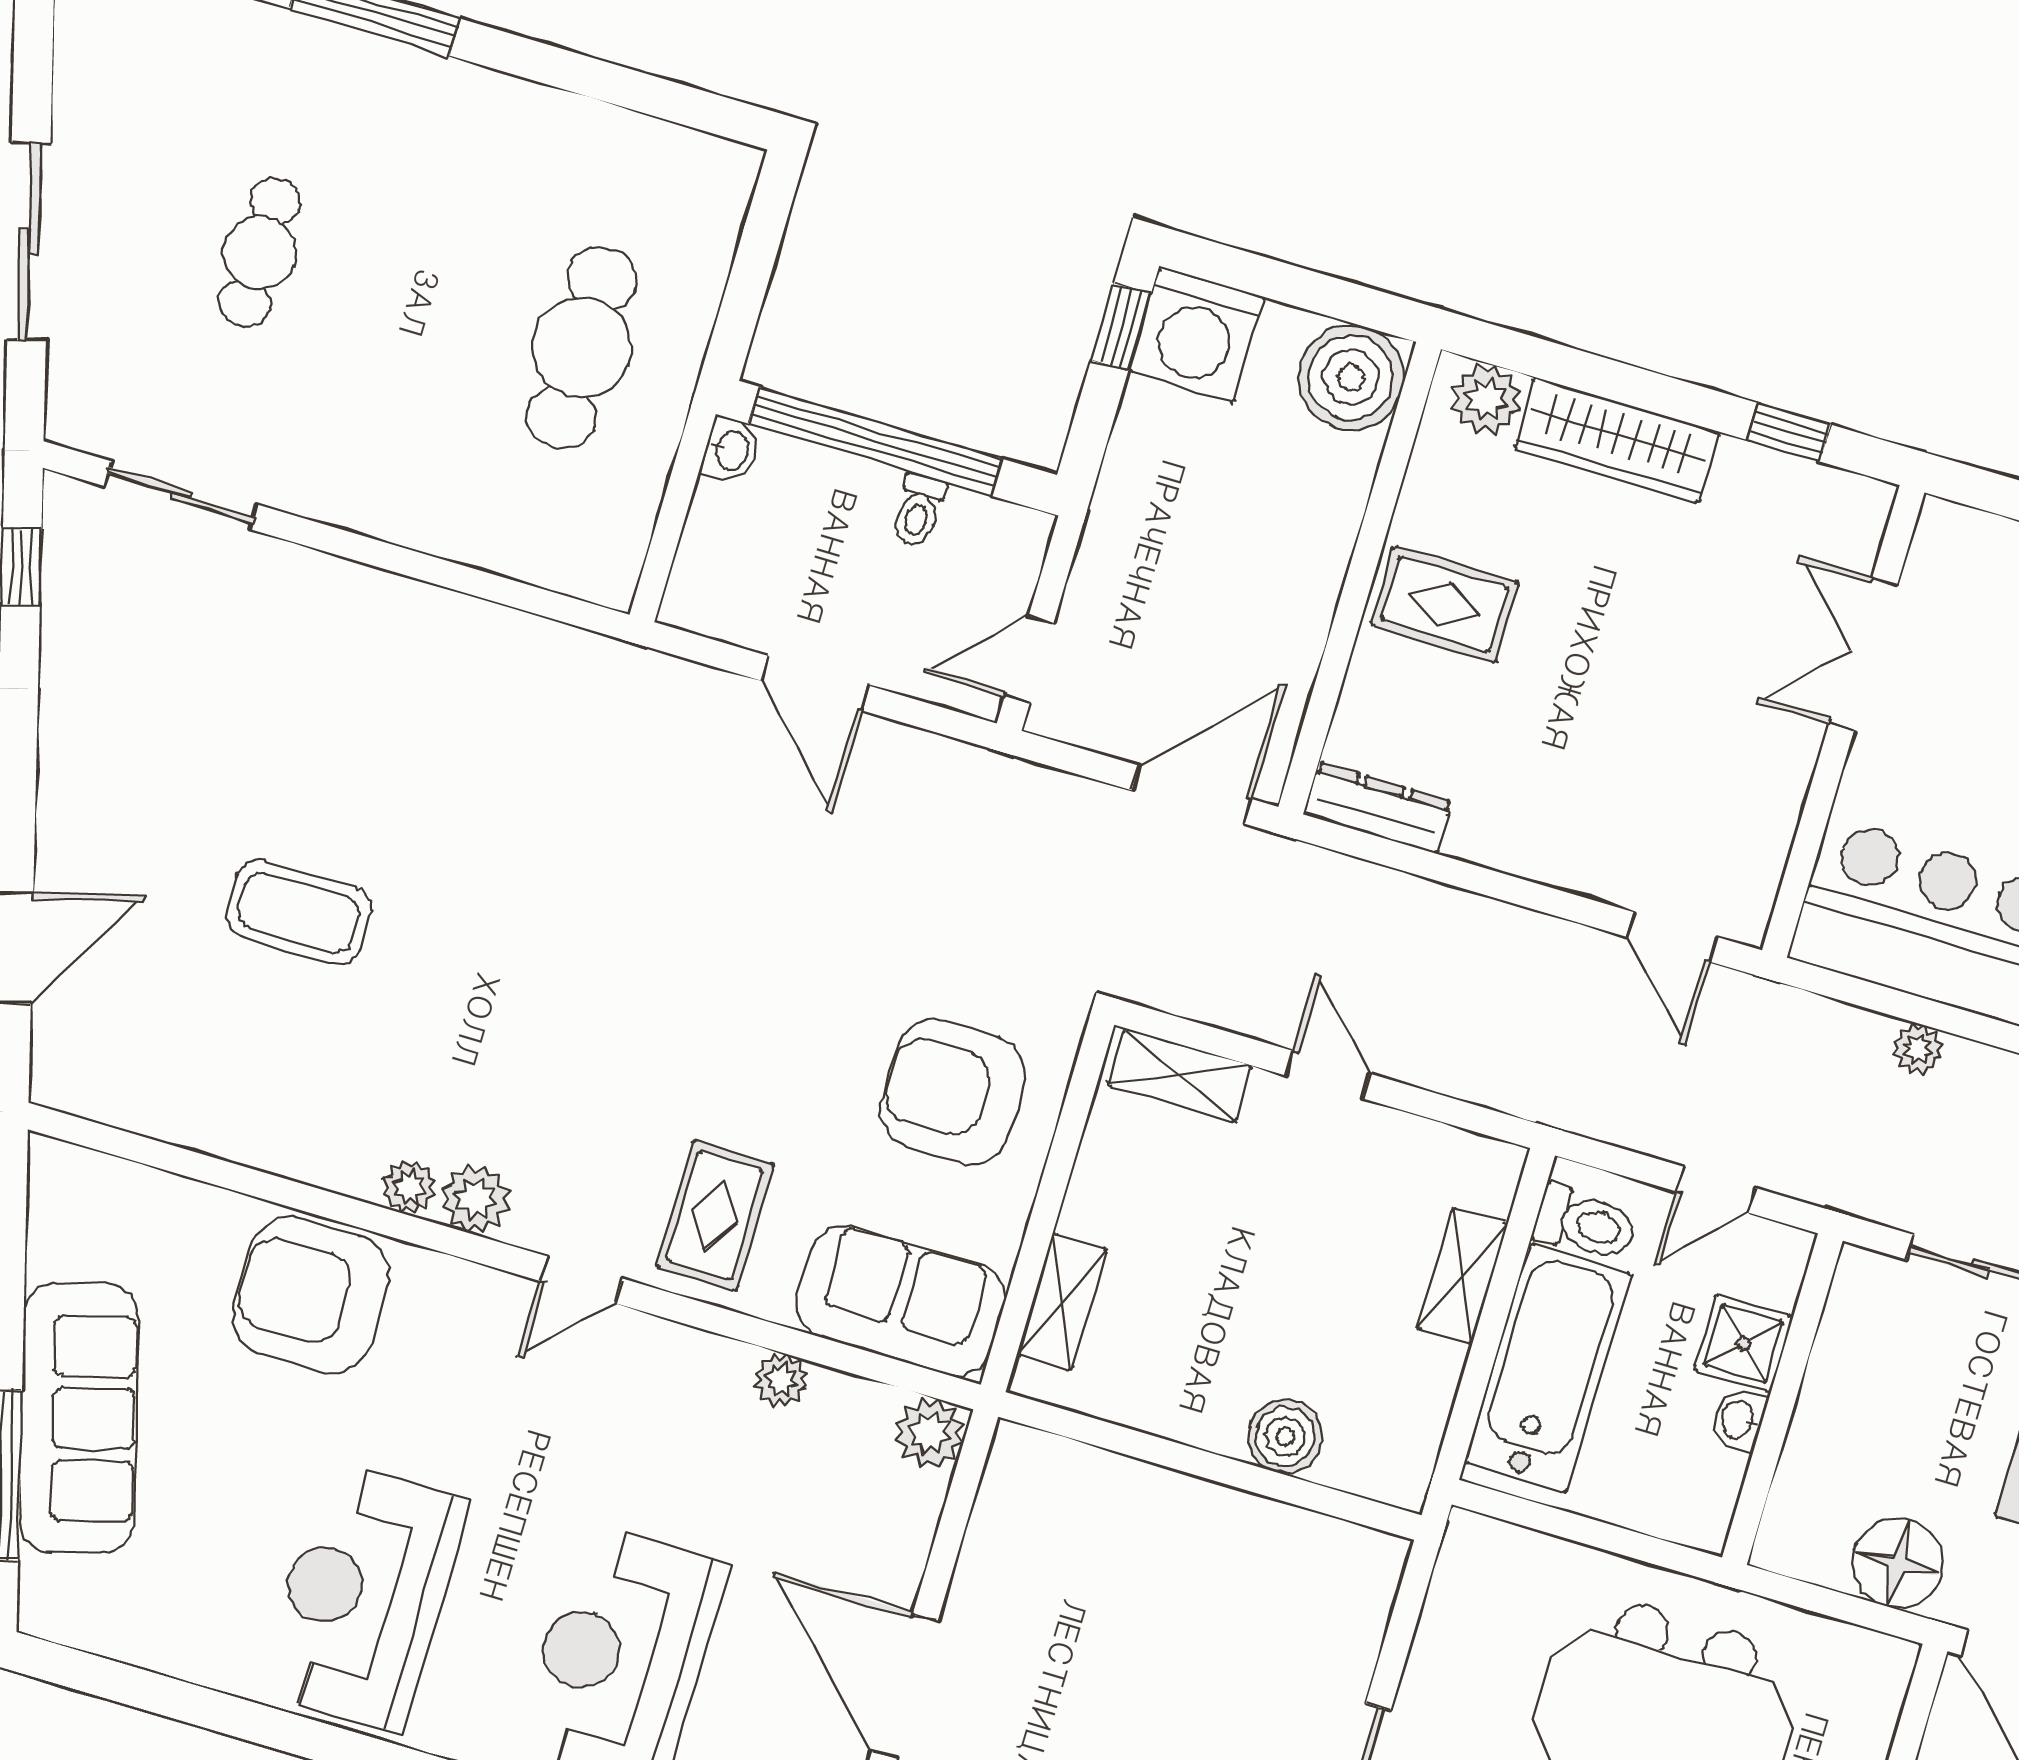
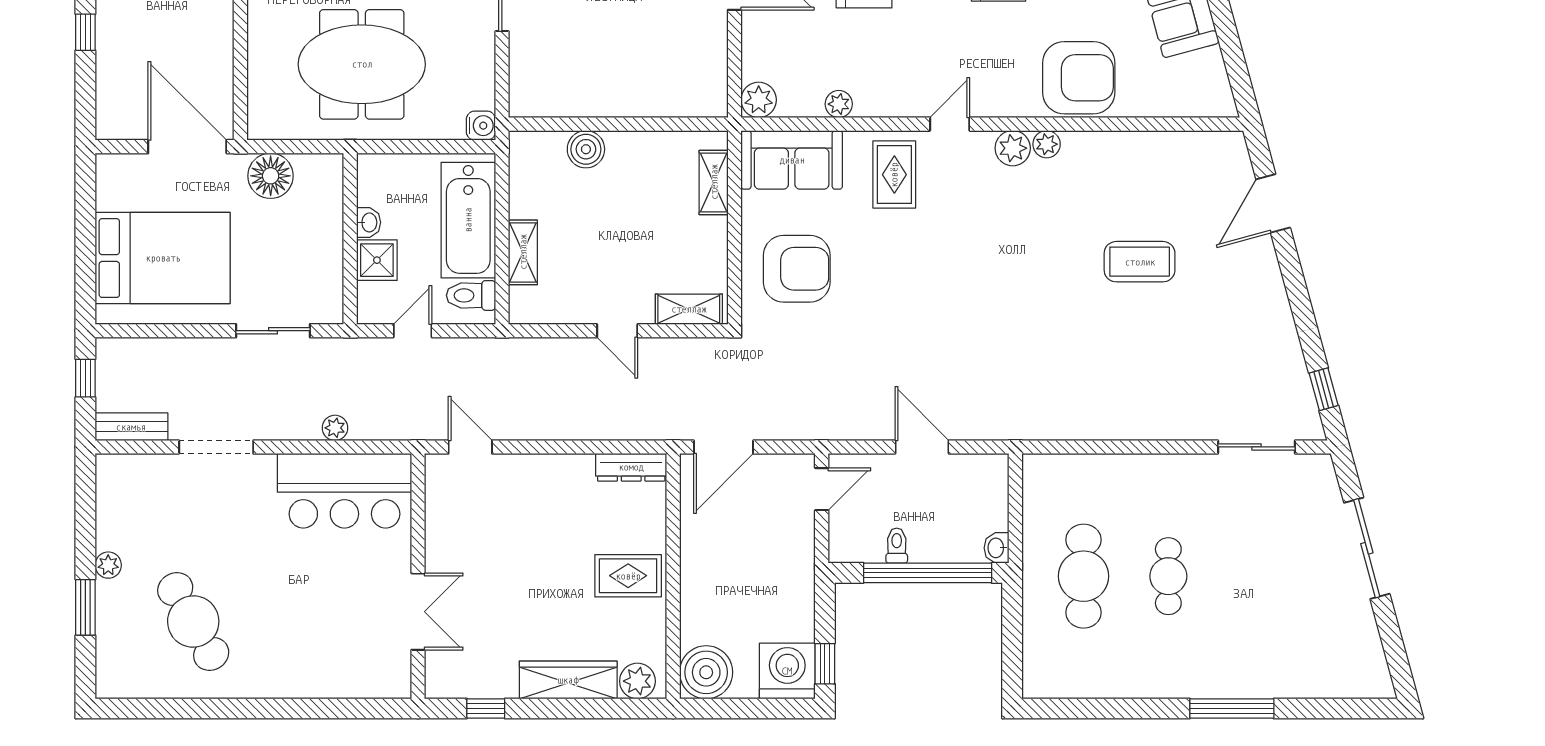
cafe table: (260, 252) -> (1168, 576), moved
water cooler: (1471, 1540) -> (481, 126), added

